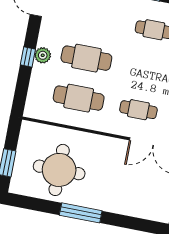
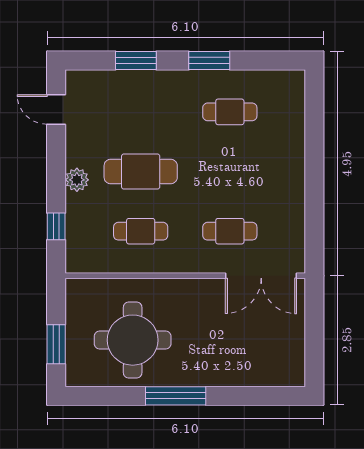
window: (28, 57) -> (56, 226), moved
cafe table: (79, 98) -> (141, 231), width x0.73, depth x0.74

